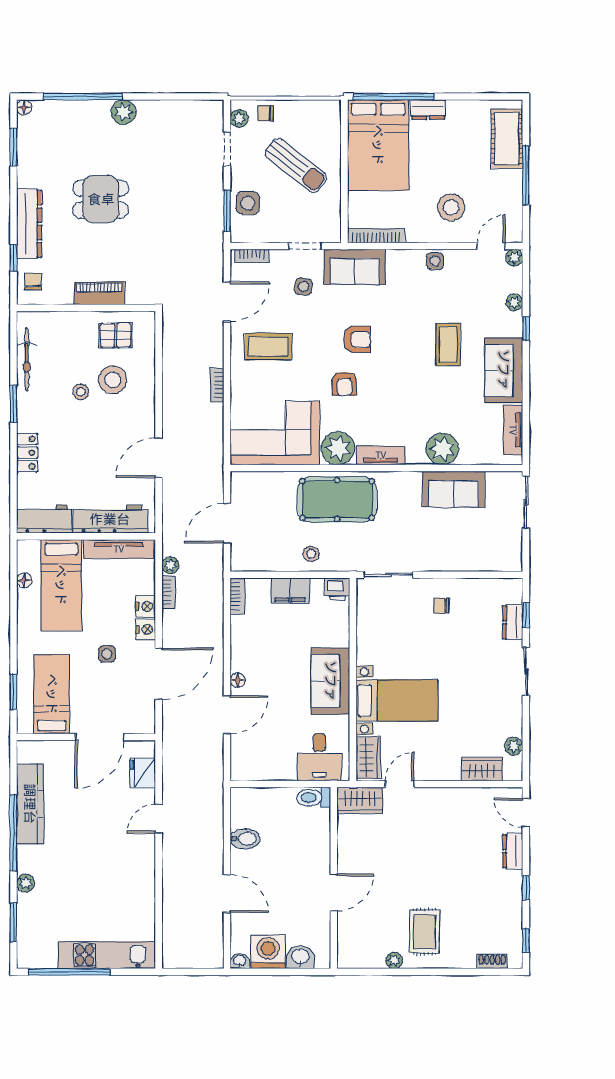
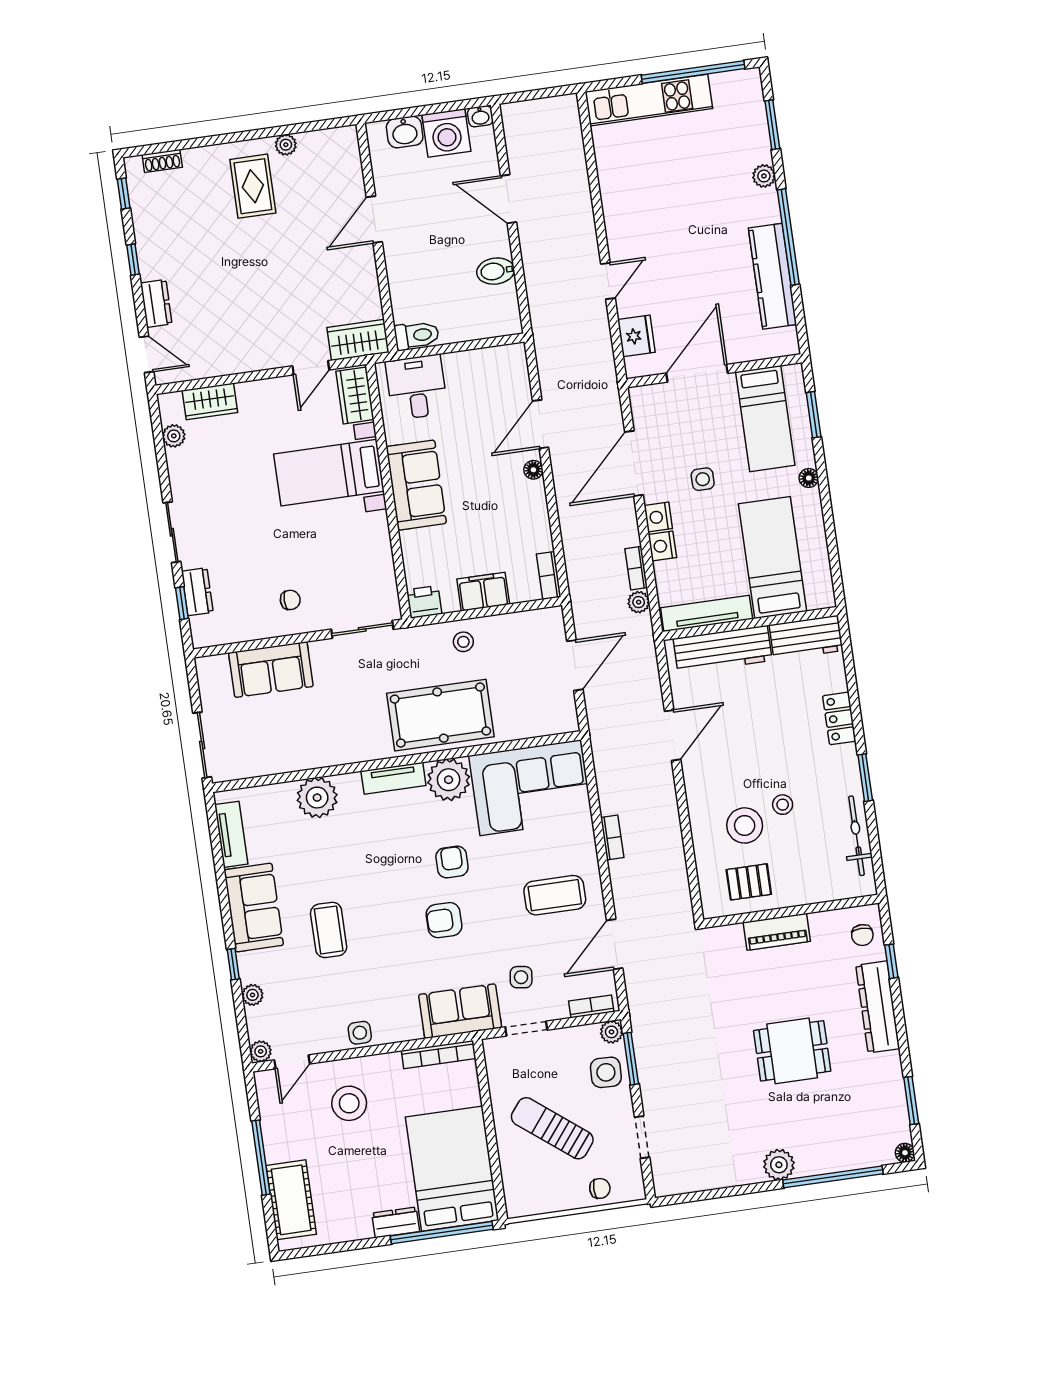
plant: (239, 118) -> (611, 1032), moved
sofa: (454, 489) -> (271, 670), moved, turned 180
floor lamp: (24, 580) -> (809, 478), moved

